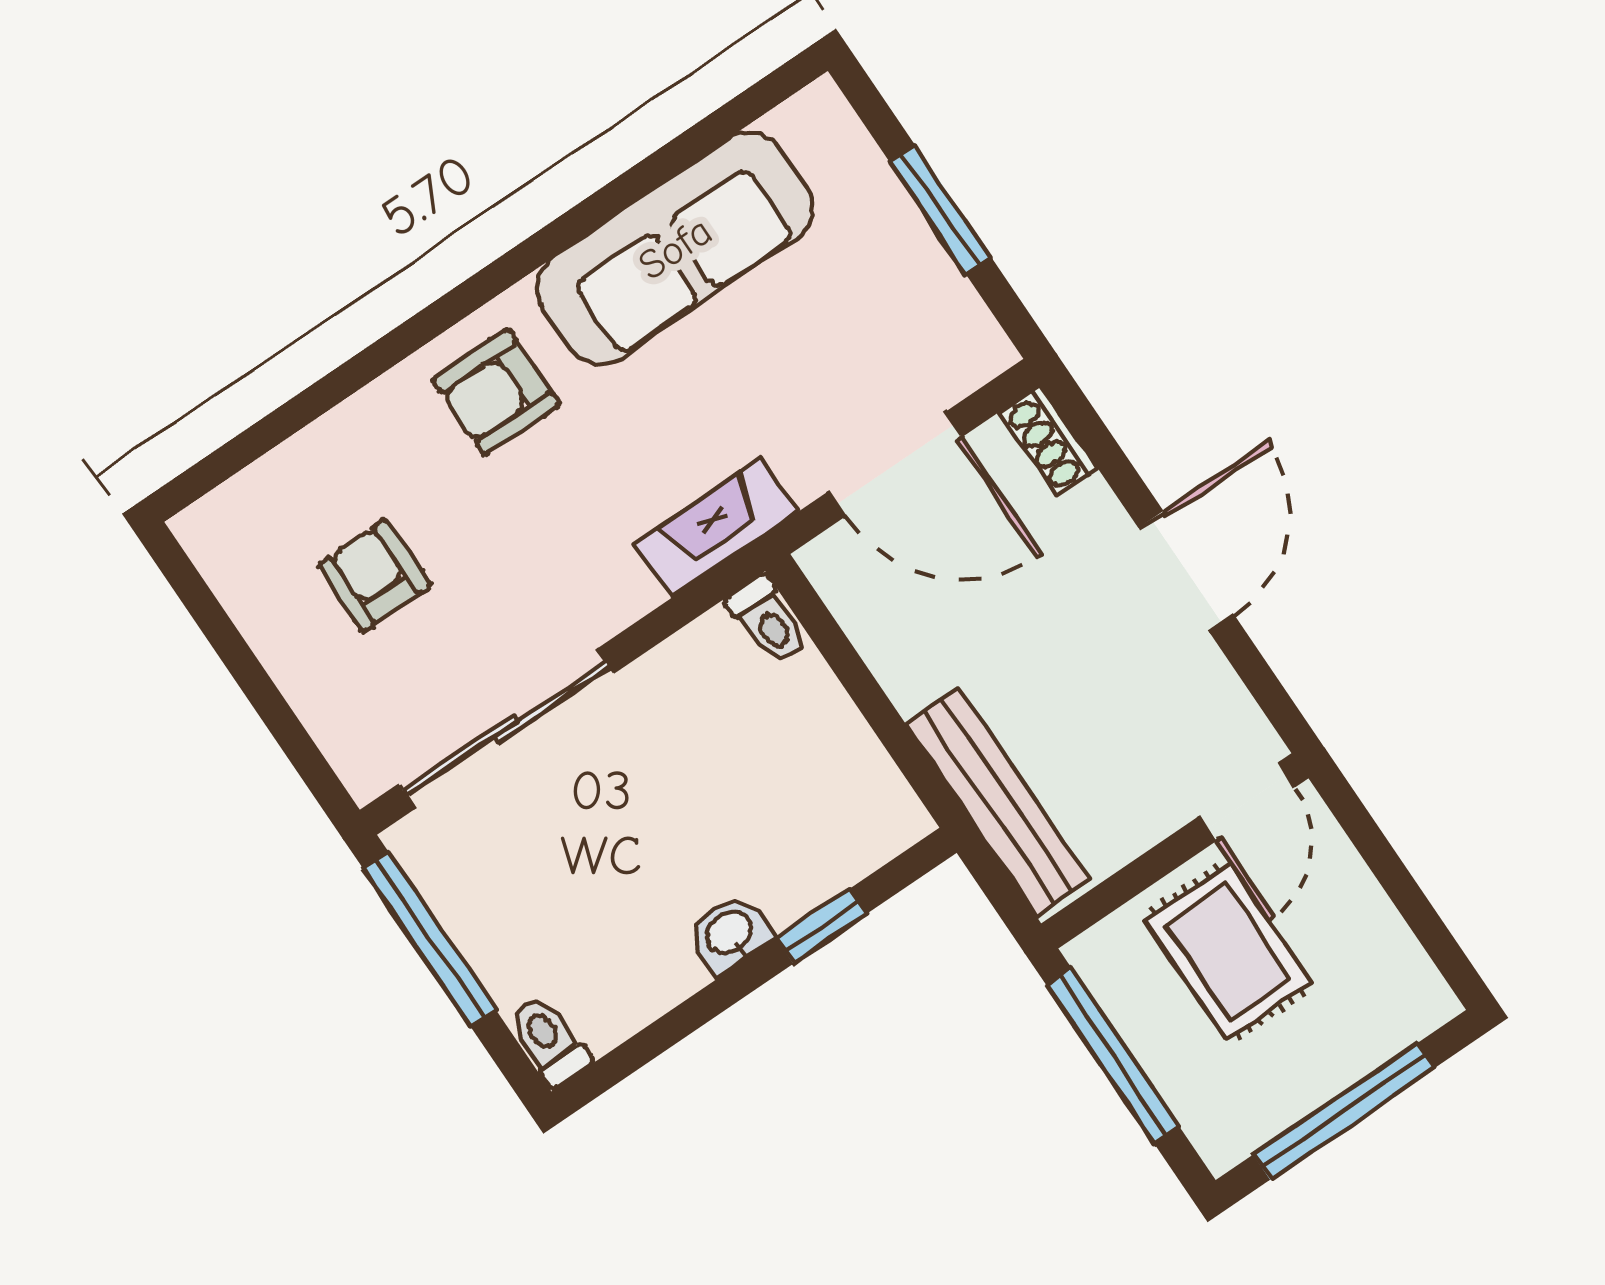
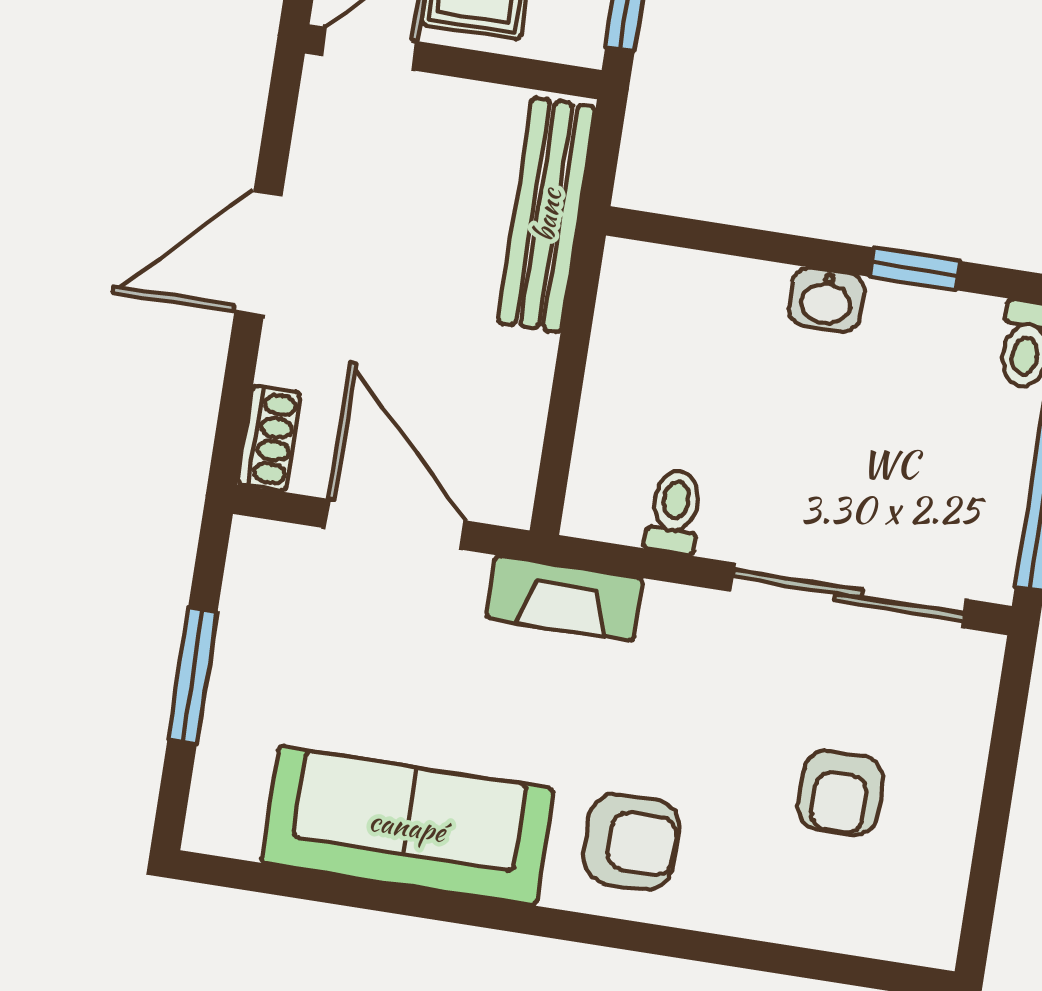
toilet: (767, 621) -> (674, 511), moved
window: (822, 926) -> (915, 269), moved

